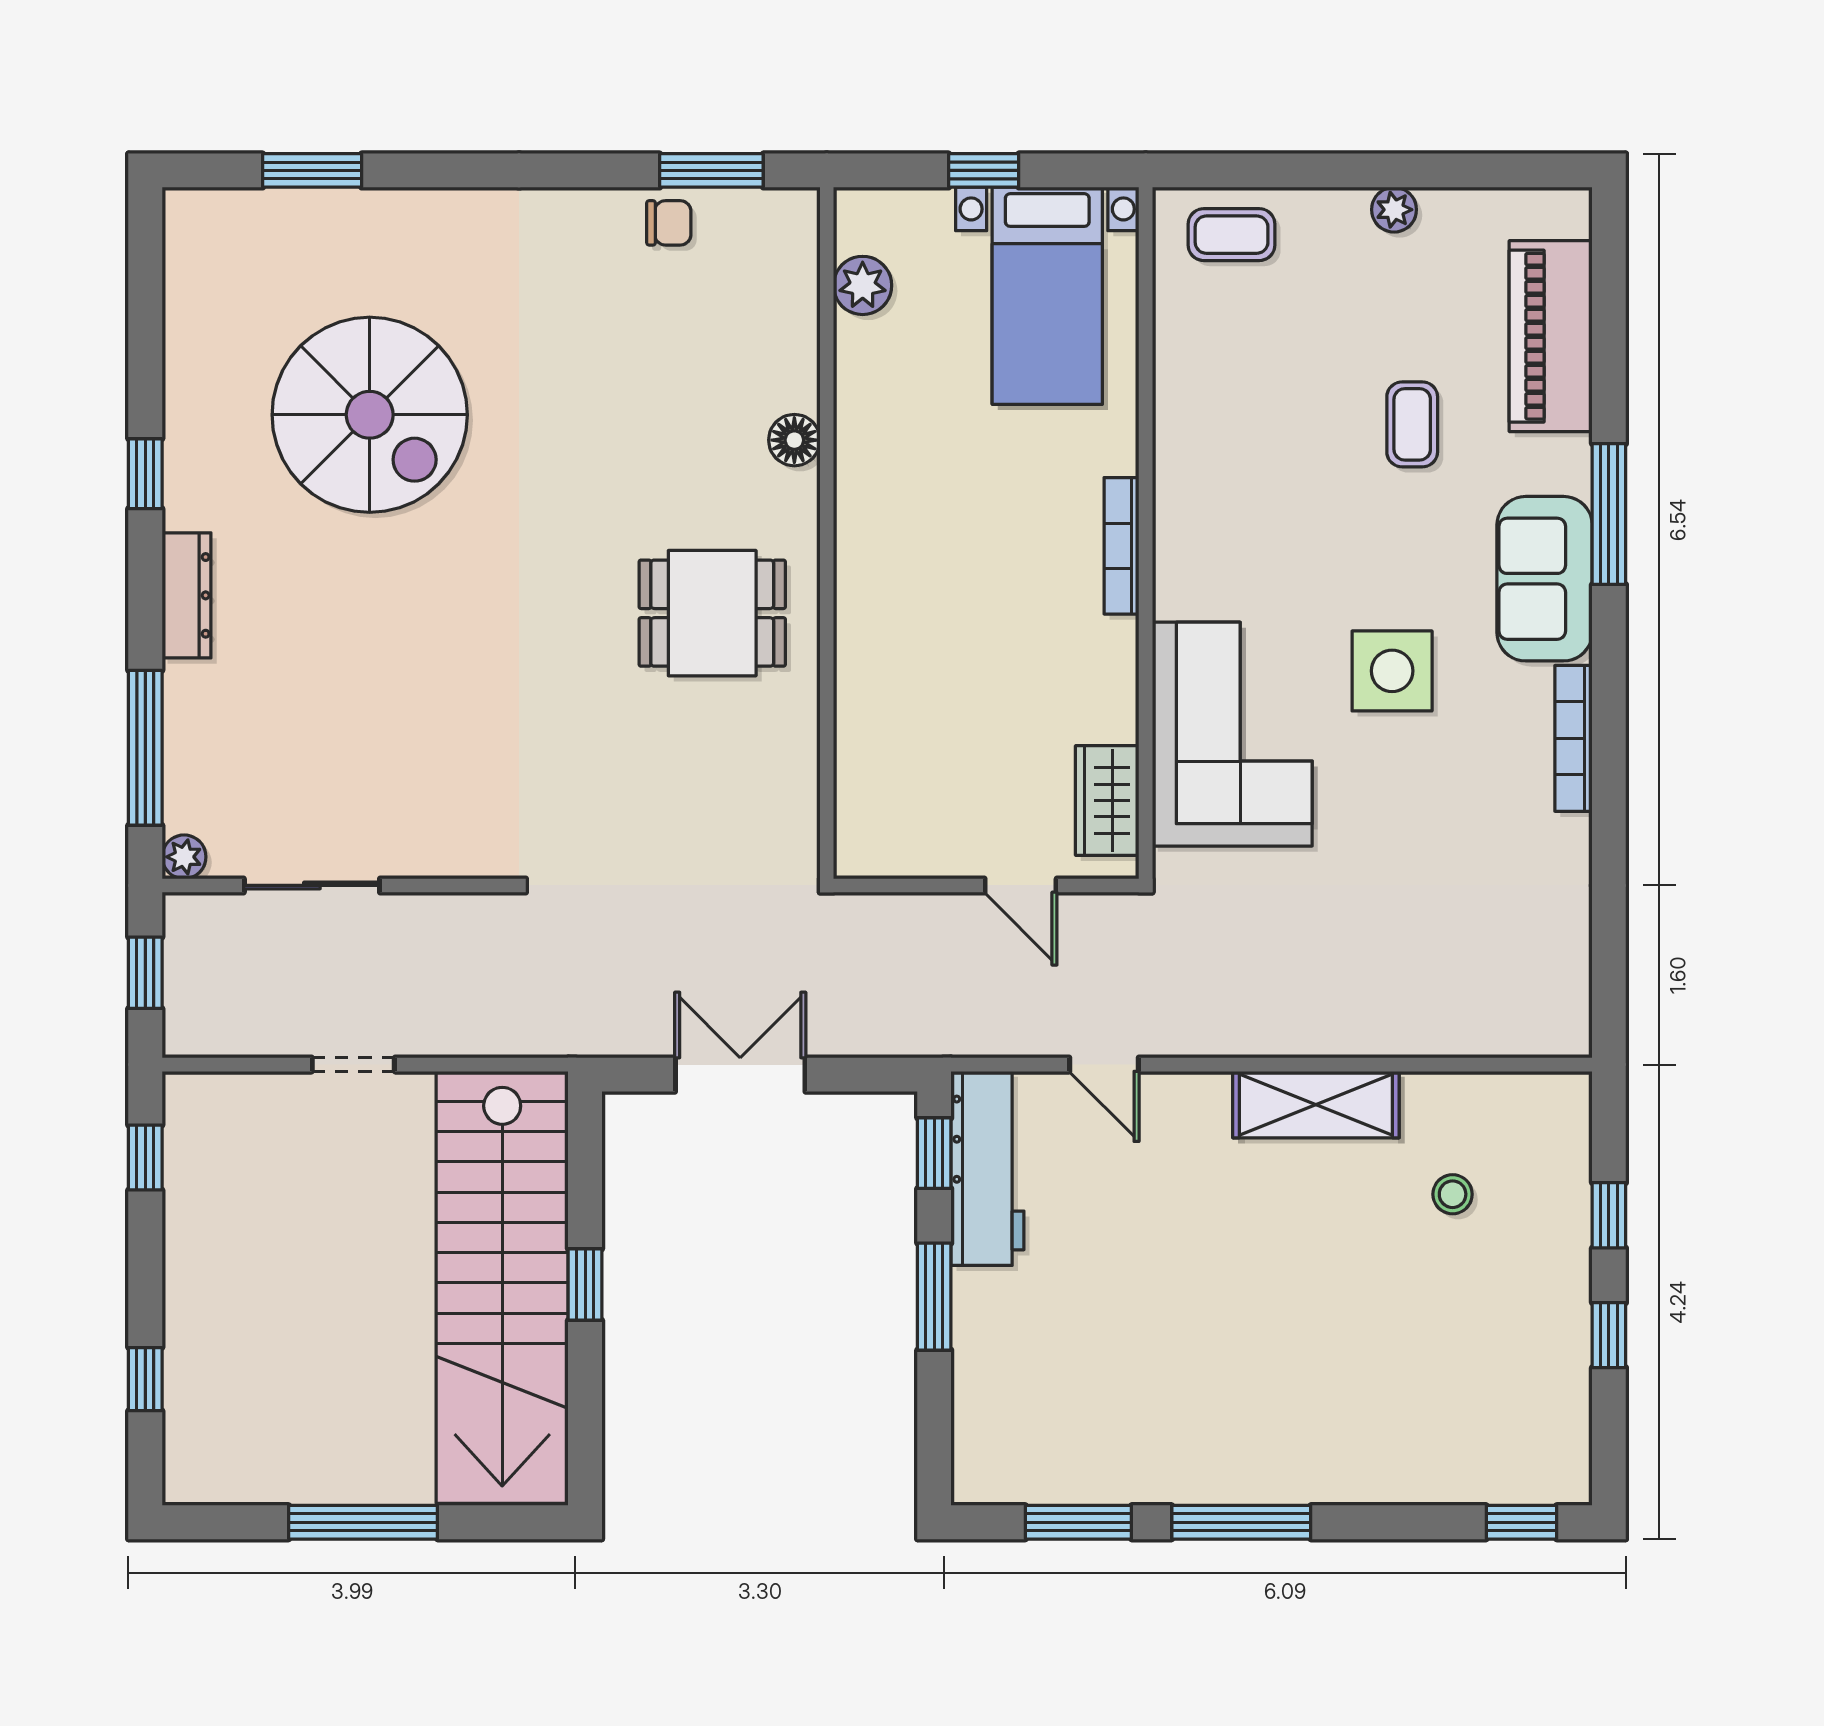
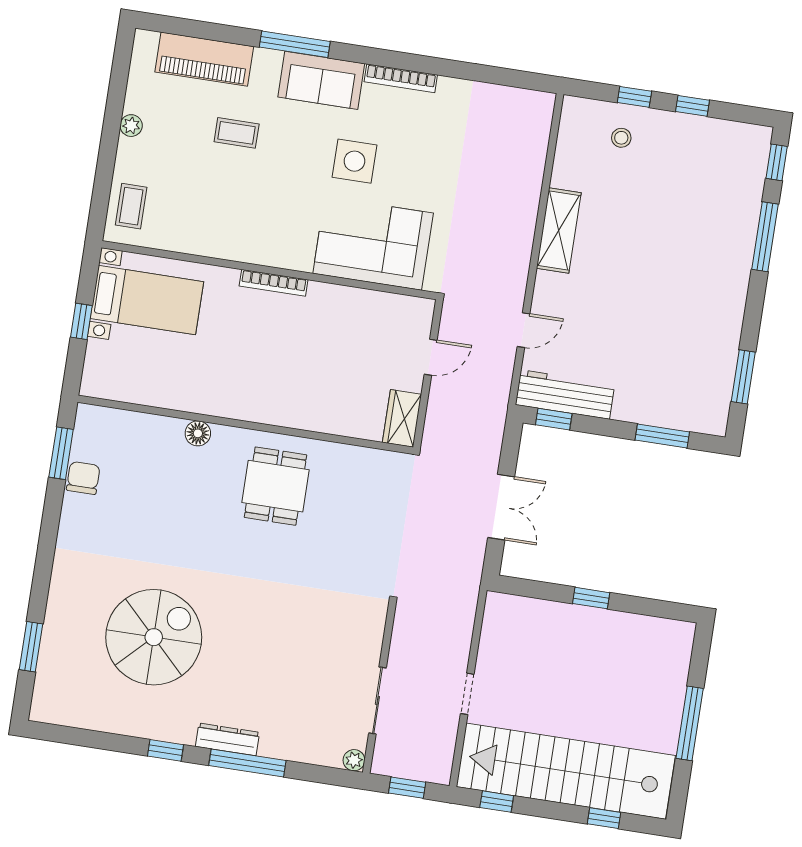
chair: (669, 223) -> (83, 478), width x1.37, depth x1.37
plant: (863, 285) -> (128, 389), removed
window: (145, 748) -> (247, 763), moved
wardrobe: (1107, 800) -> (402, 418), moved, turned 90
double door: (740, 1075) -> (501, 507), swing flipped
stool: (1453, 1194) -> (621, 138), moved
stairs: (502, 1287) -> (566, 771), moved, turned 180
window: (934, 1297) -> (662, 436), moved
window: (1241, 1522) -> (765, 237), moved

